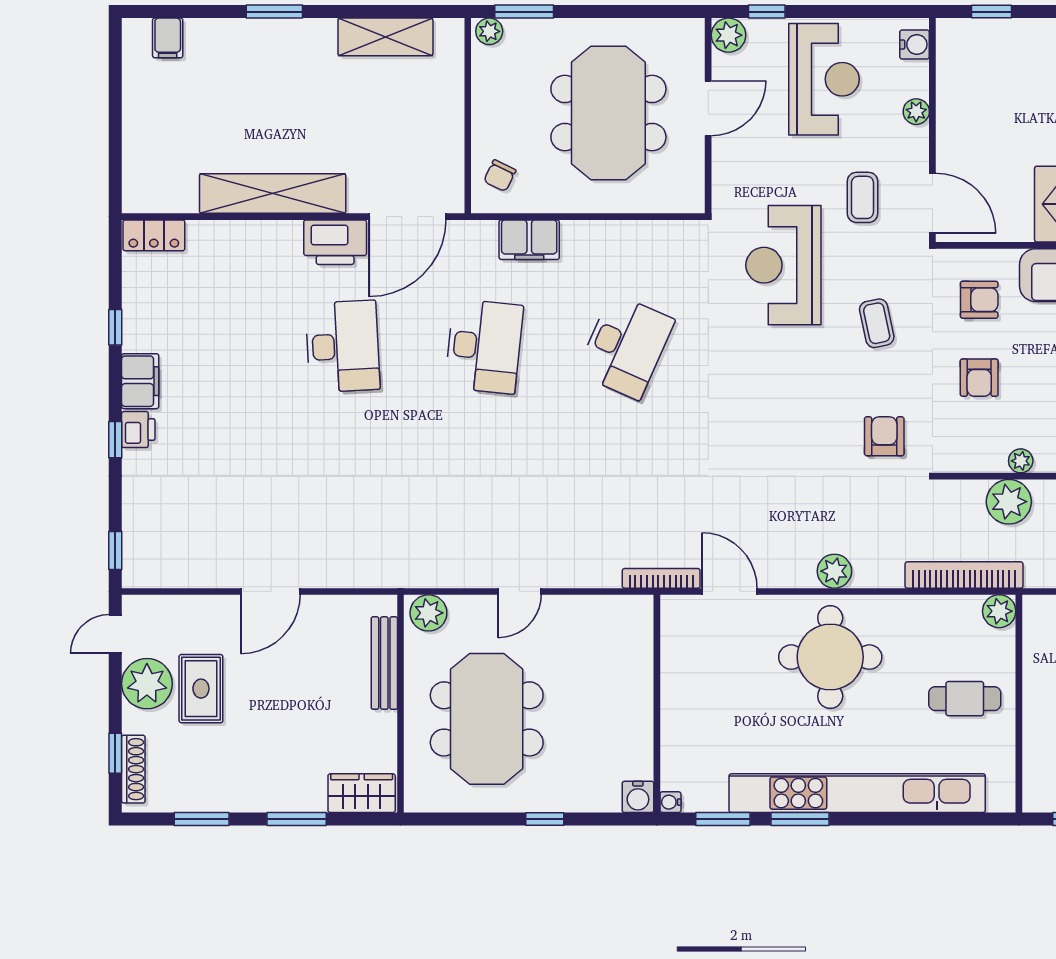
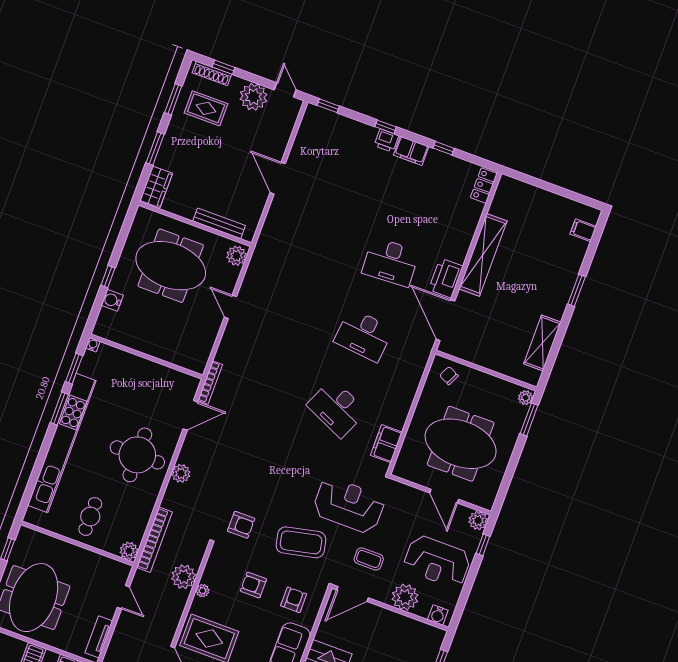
plant: (916, 112) -> (405, 597), width x1.88, depth x1.88
filing cabinet: (529, 240) -> (386, 444), moved
armchair: (979, 300) -> (294, 600), turned 180
coffee table: (877, 323) -> (301, 542), width x1.86, depth x1.72
rug: (201, 689) -> (206, 108), moved
water cooler: (638, 797) -> (112, 300), moved

